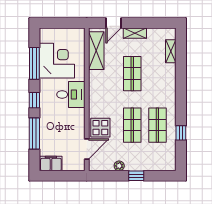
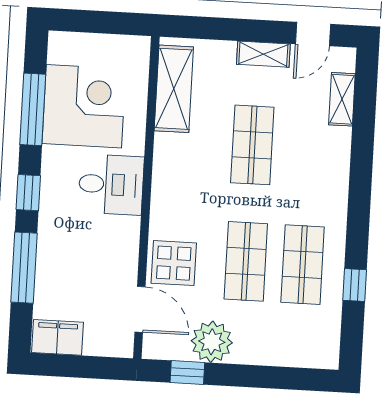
door: (113, 23) -> (313, 34), moved
door: (87, 149) -> (140, 309), hinge flipped
plant: (119, 166) -> (212, 342), width x1.87, depth x1.87
window: (136, 176) -> (187, 372), moved

